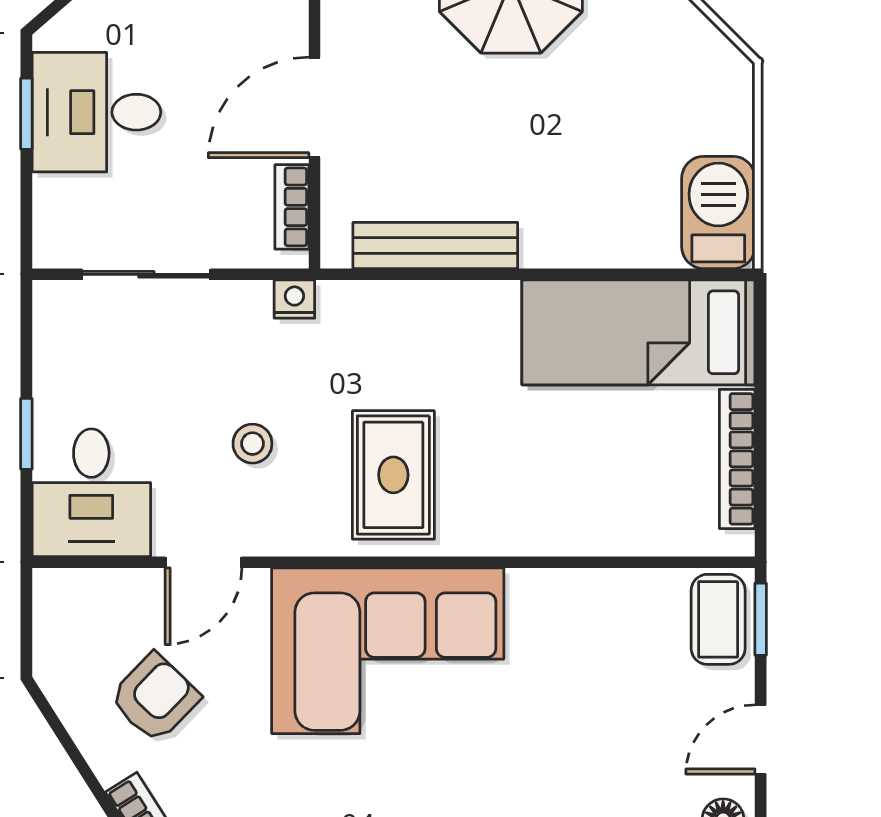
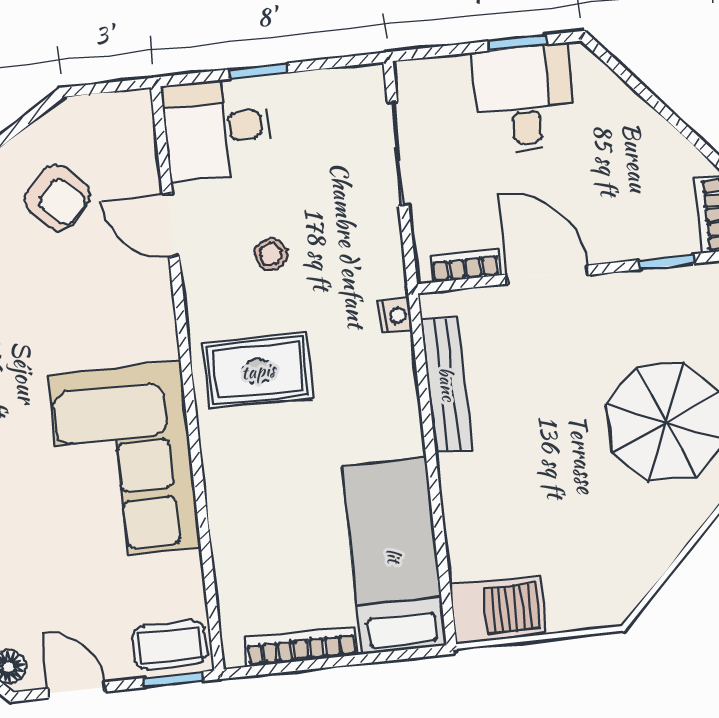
nightstand: (294, 299) -> (395, 315), moved
corner sofa: (388, 651) -> (124, 461), moved

